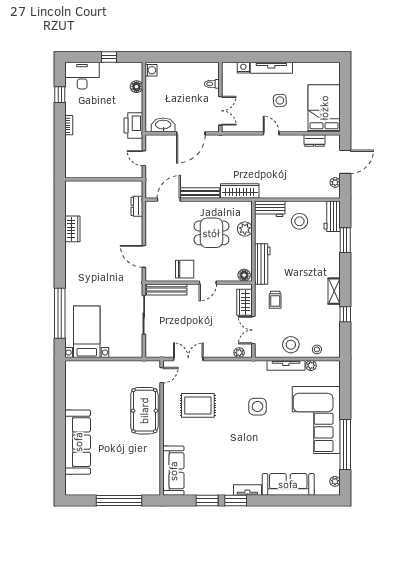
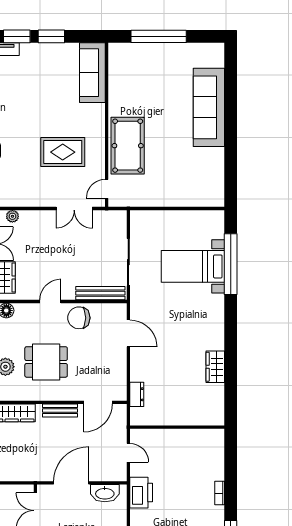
bench: (200, 193) -> (60, 410), width x0.73
bed with nightstands: (87, 332) -> (193, 266), moved, turned 90

